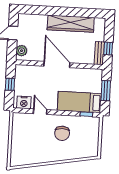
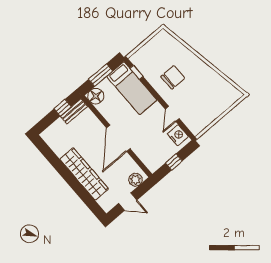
wardrobe: (71, 24) -> (84, 174), moved
floor lamp: (96, 75) -> (96, 96), added

